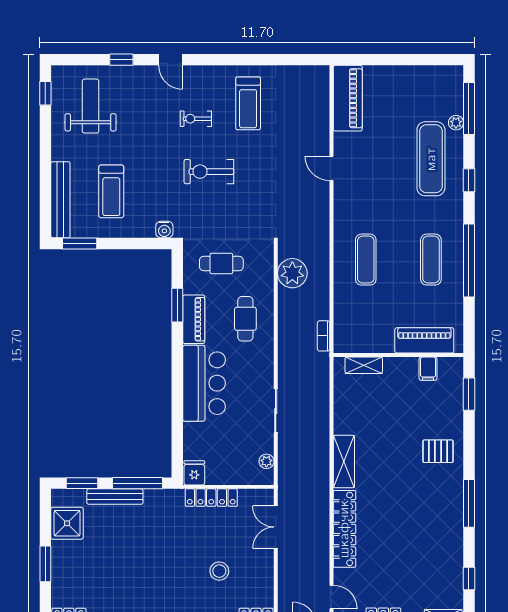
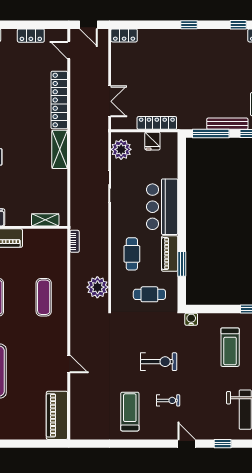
treadmill: (111, 191) -> (230, 347), turned 180
plant: (266, 461) -> (121, 149), width x1.87, depth x1.87
fridge: (194, 473) -> (152, 141), moved
stool: (219, 571) -> (151, 69), removed

